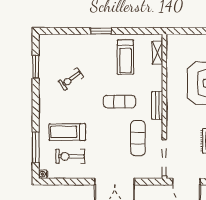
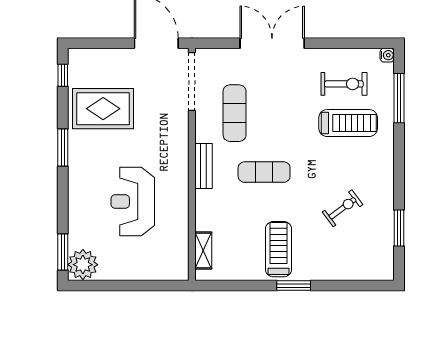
treadmill: (125, 57) -> (278, 249), moved

